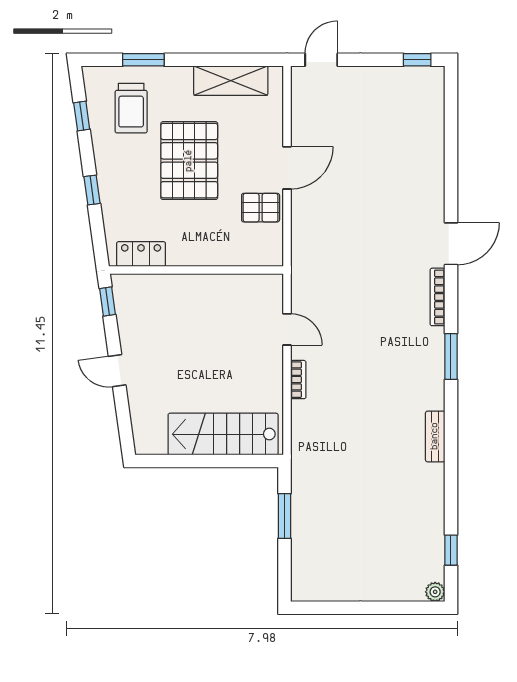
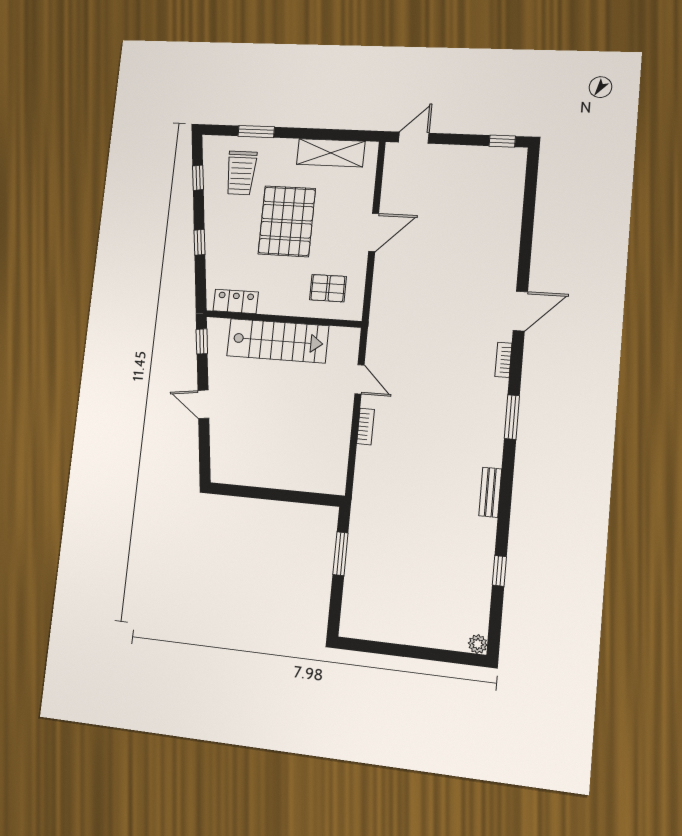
pallet: (261, 208) -> (328, 288), moved
bookcase: (437, 297) -> (503, 360), width x0.64
stairs: (223, 434) -> (278, 341), moved, turned 180
window: (451, 550) -> (499, 571), moved

